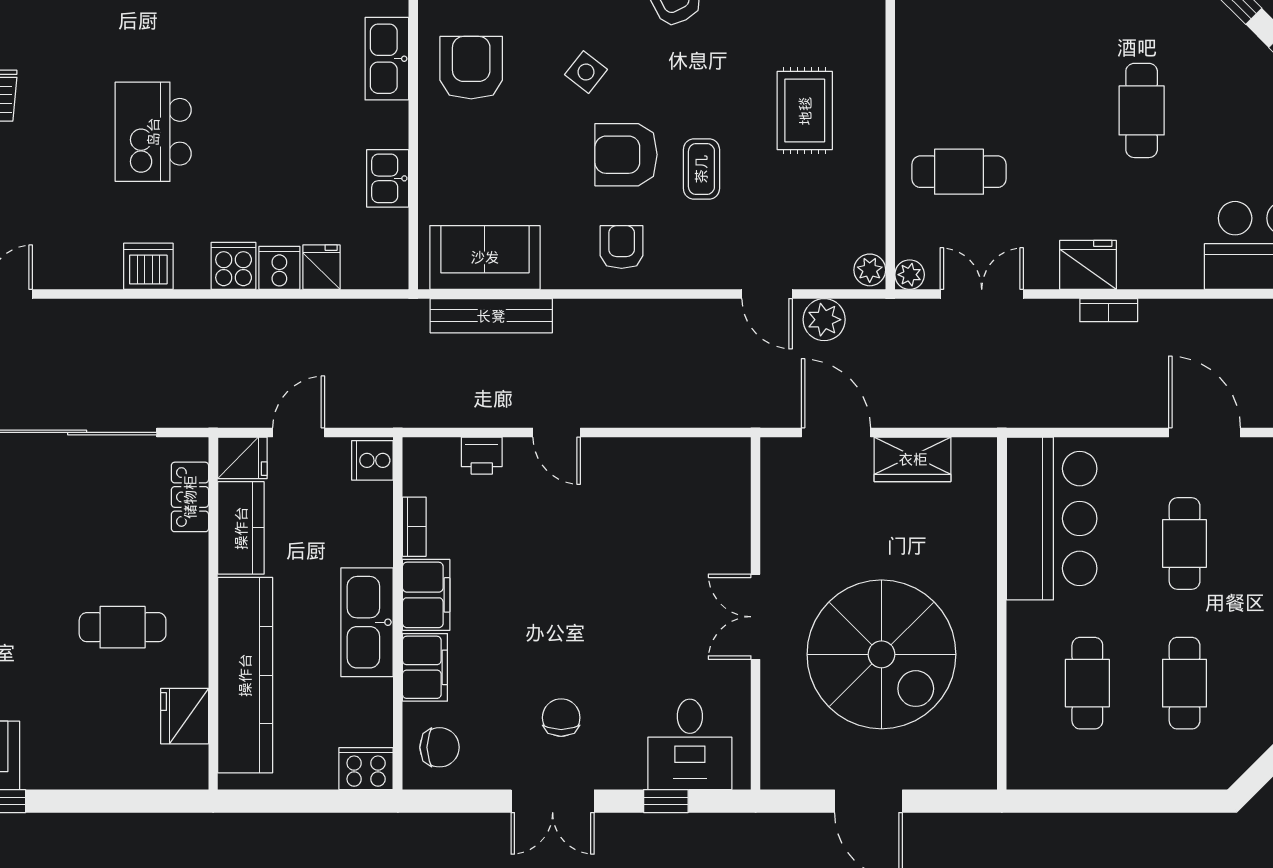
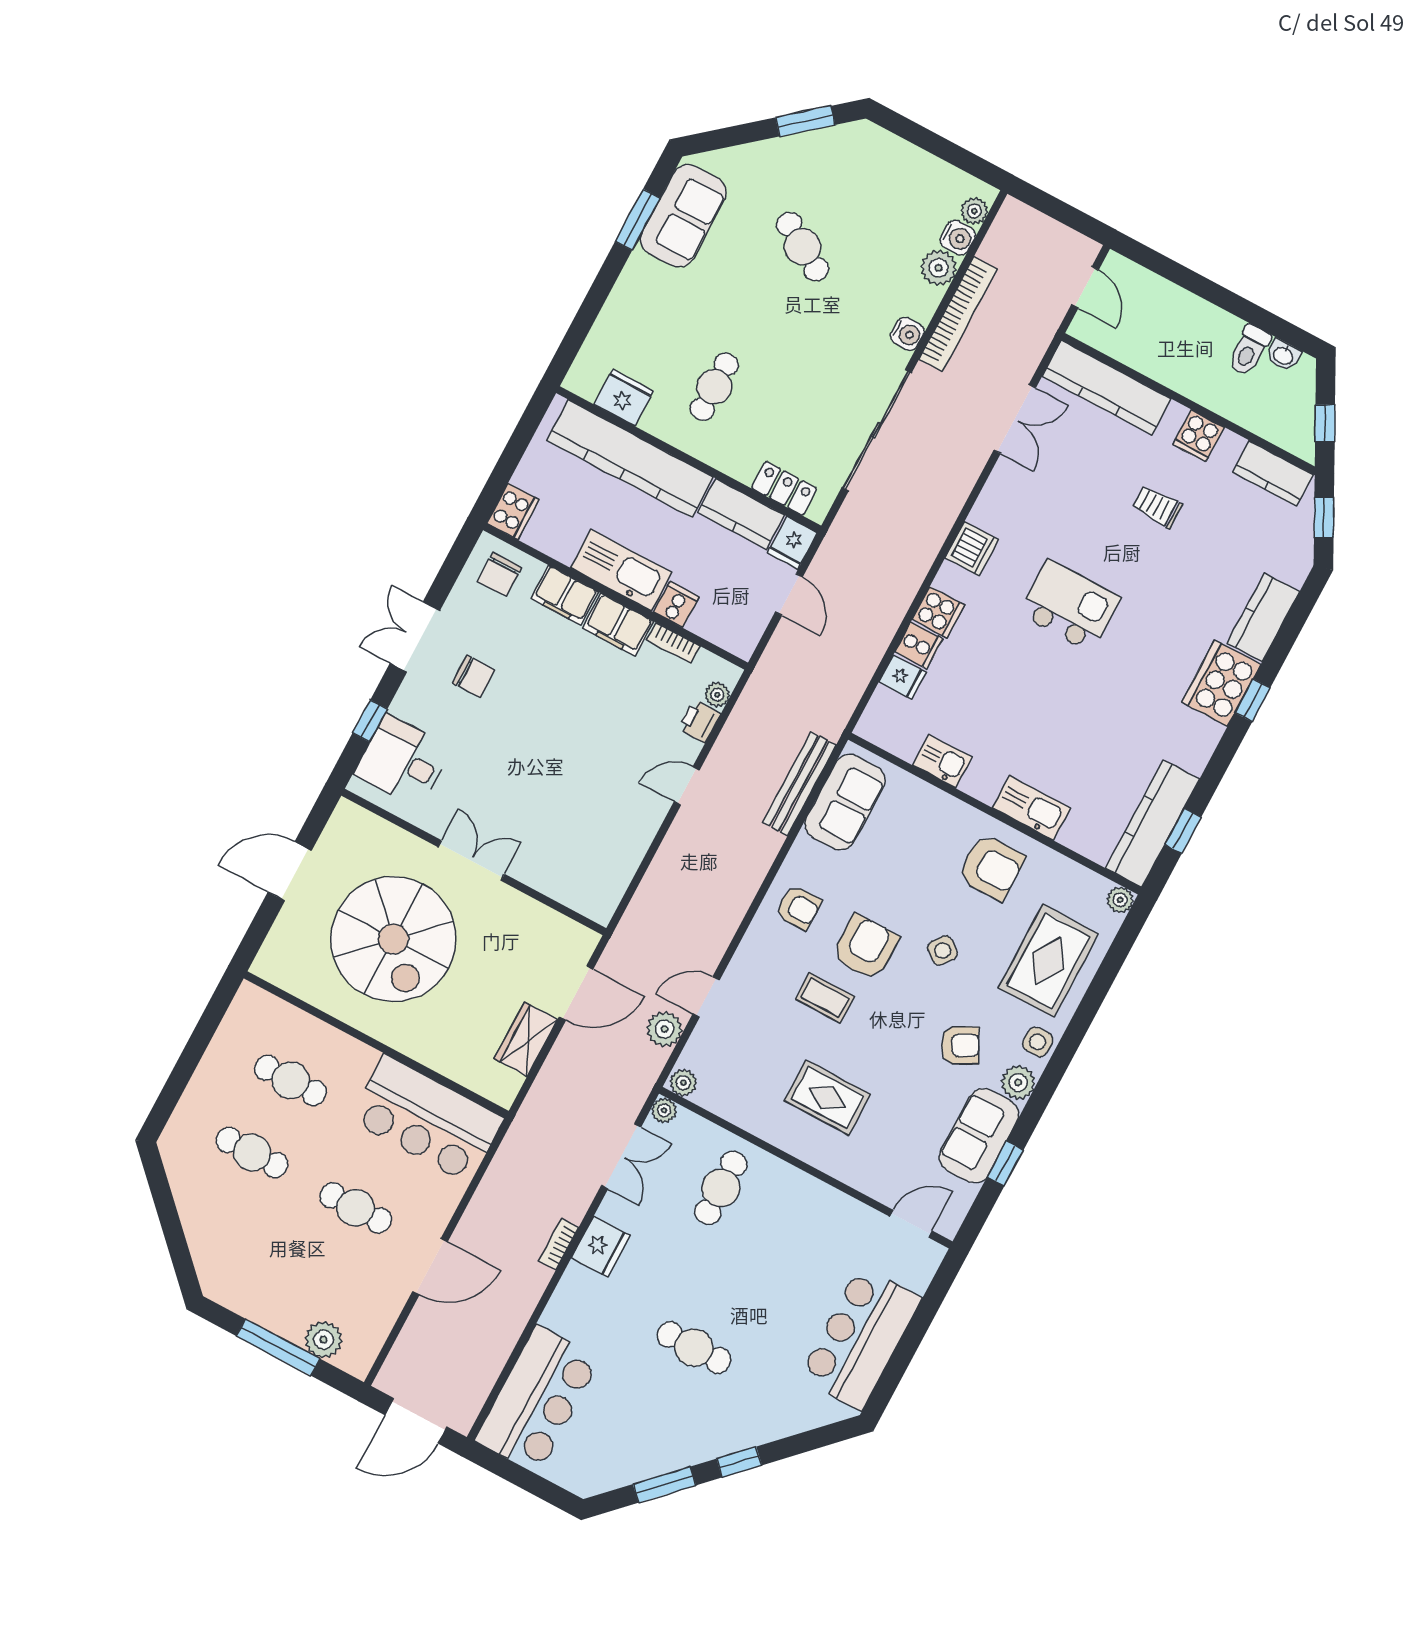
plant: (444, 452) -> (717, 695), added
cooker: (372, 460) -> (676, 605), moved
spiral stairs: (881, 654) -> (393, 939), turned -90

